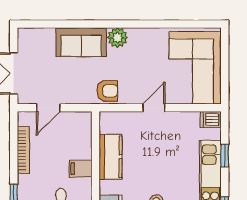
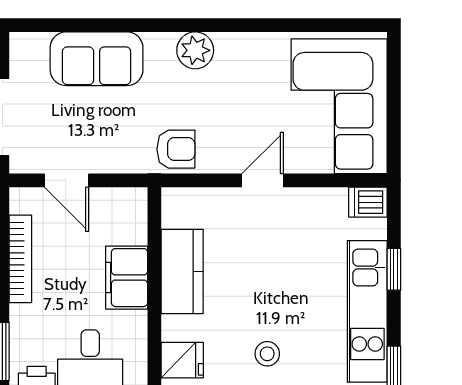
sofa: (81, 42) -> (97, 59), moved
door: (48, 108) -> (66, 180), hinge flipped
filing cabinet: (81, 169) -> (127, 278), width x2.00

